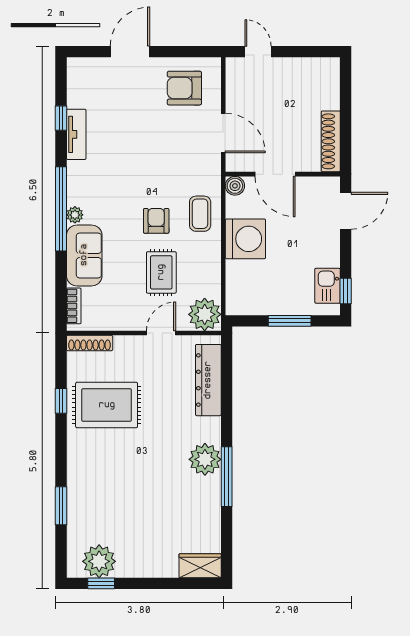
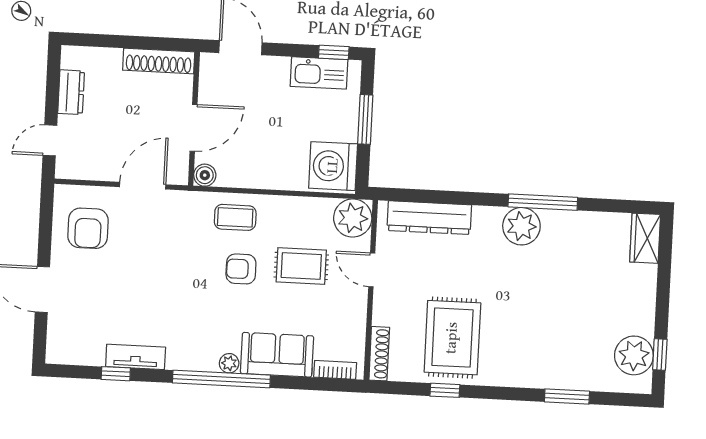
dresser: (300, 68) -> (71, 92), added
washing machine: (245, 239) -> (333, 166), moved, turned -90
kitchen sink: (327, 286) -> (319, 73), width x1.38

